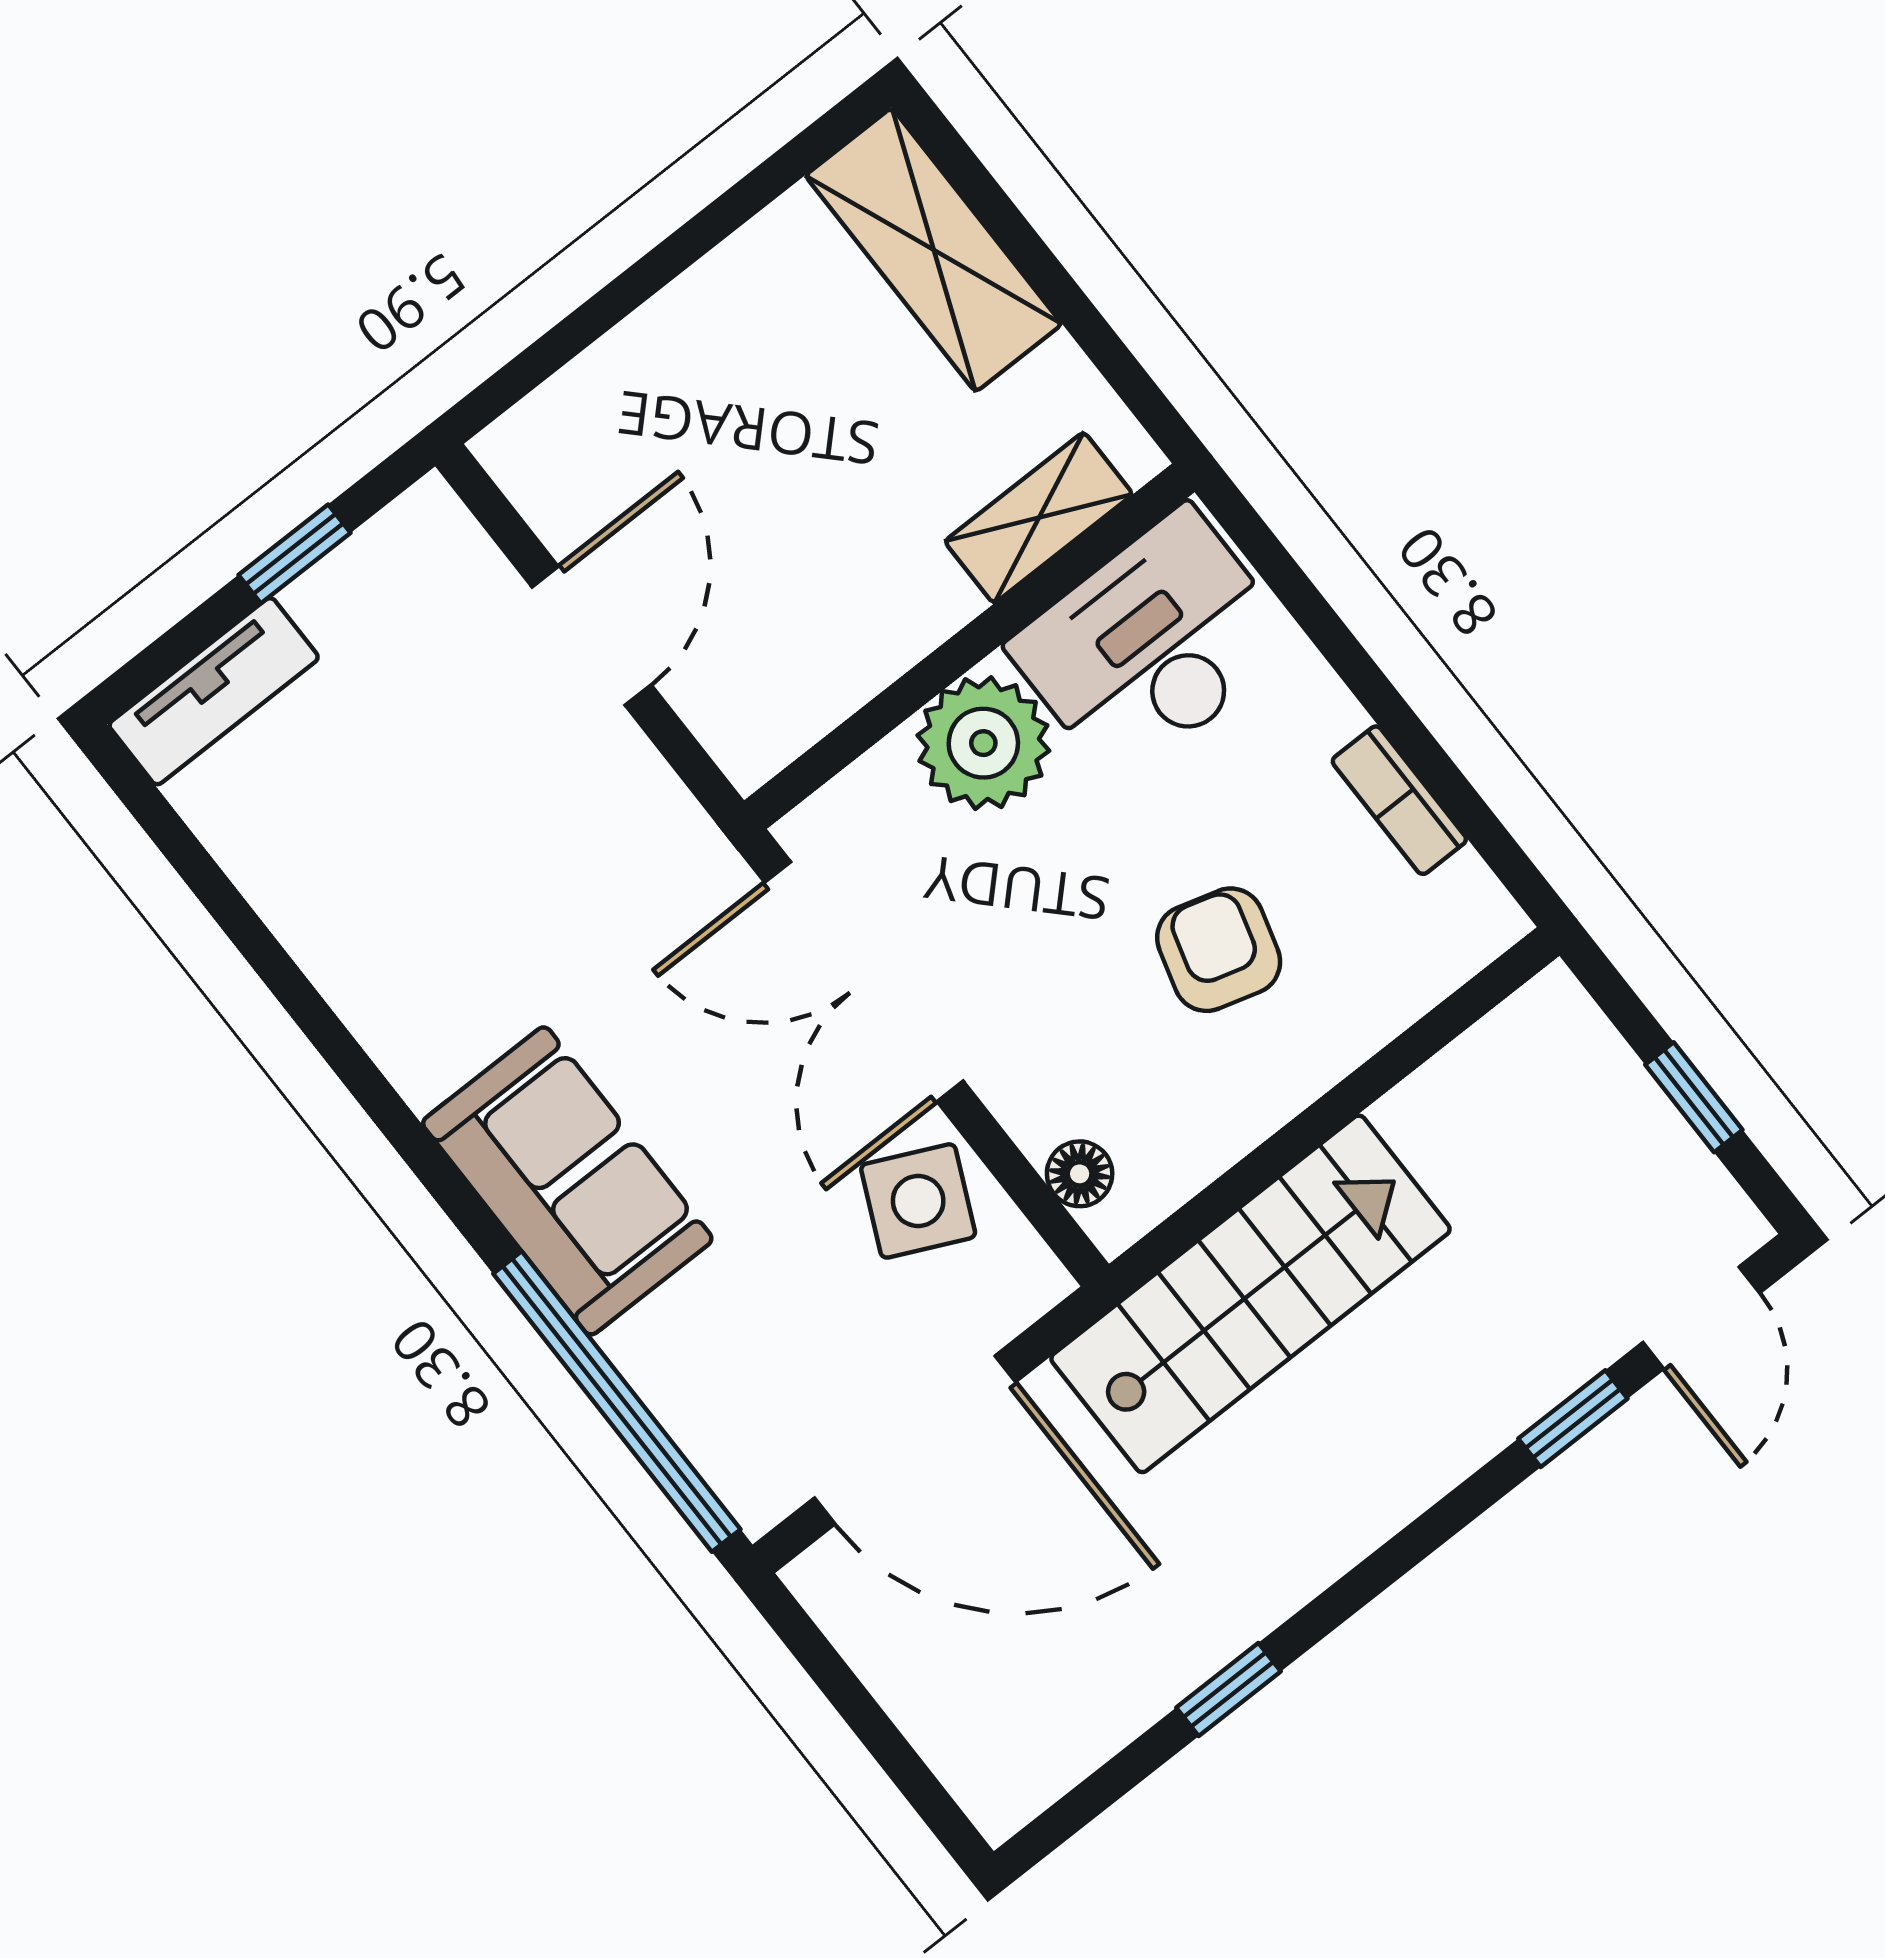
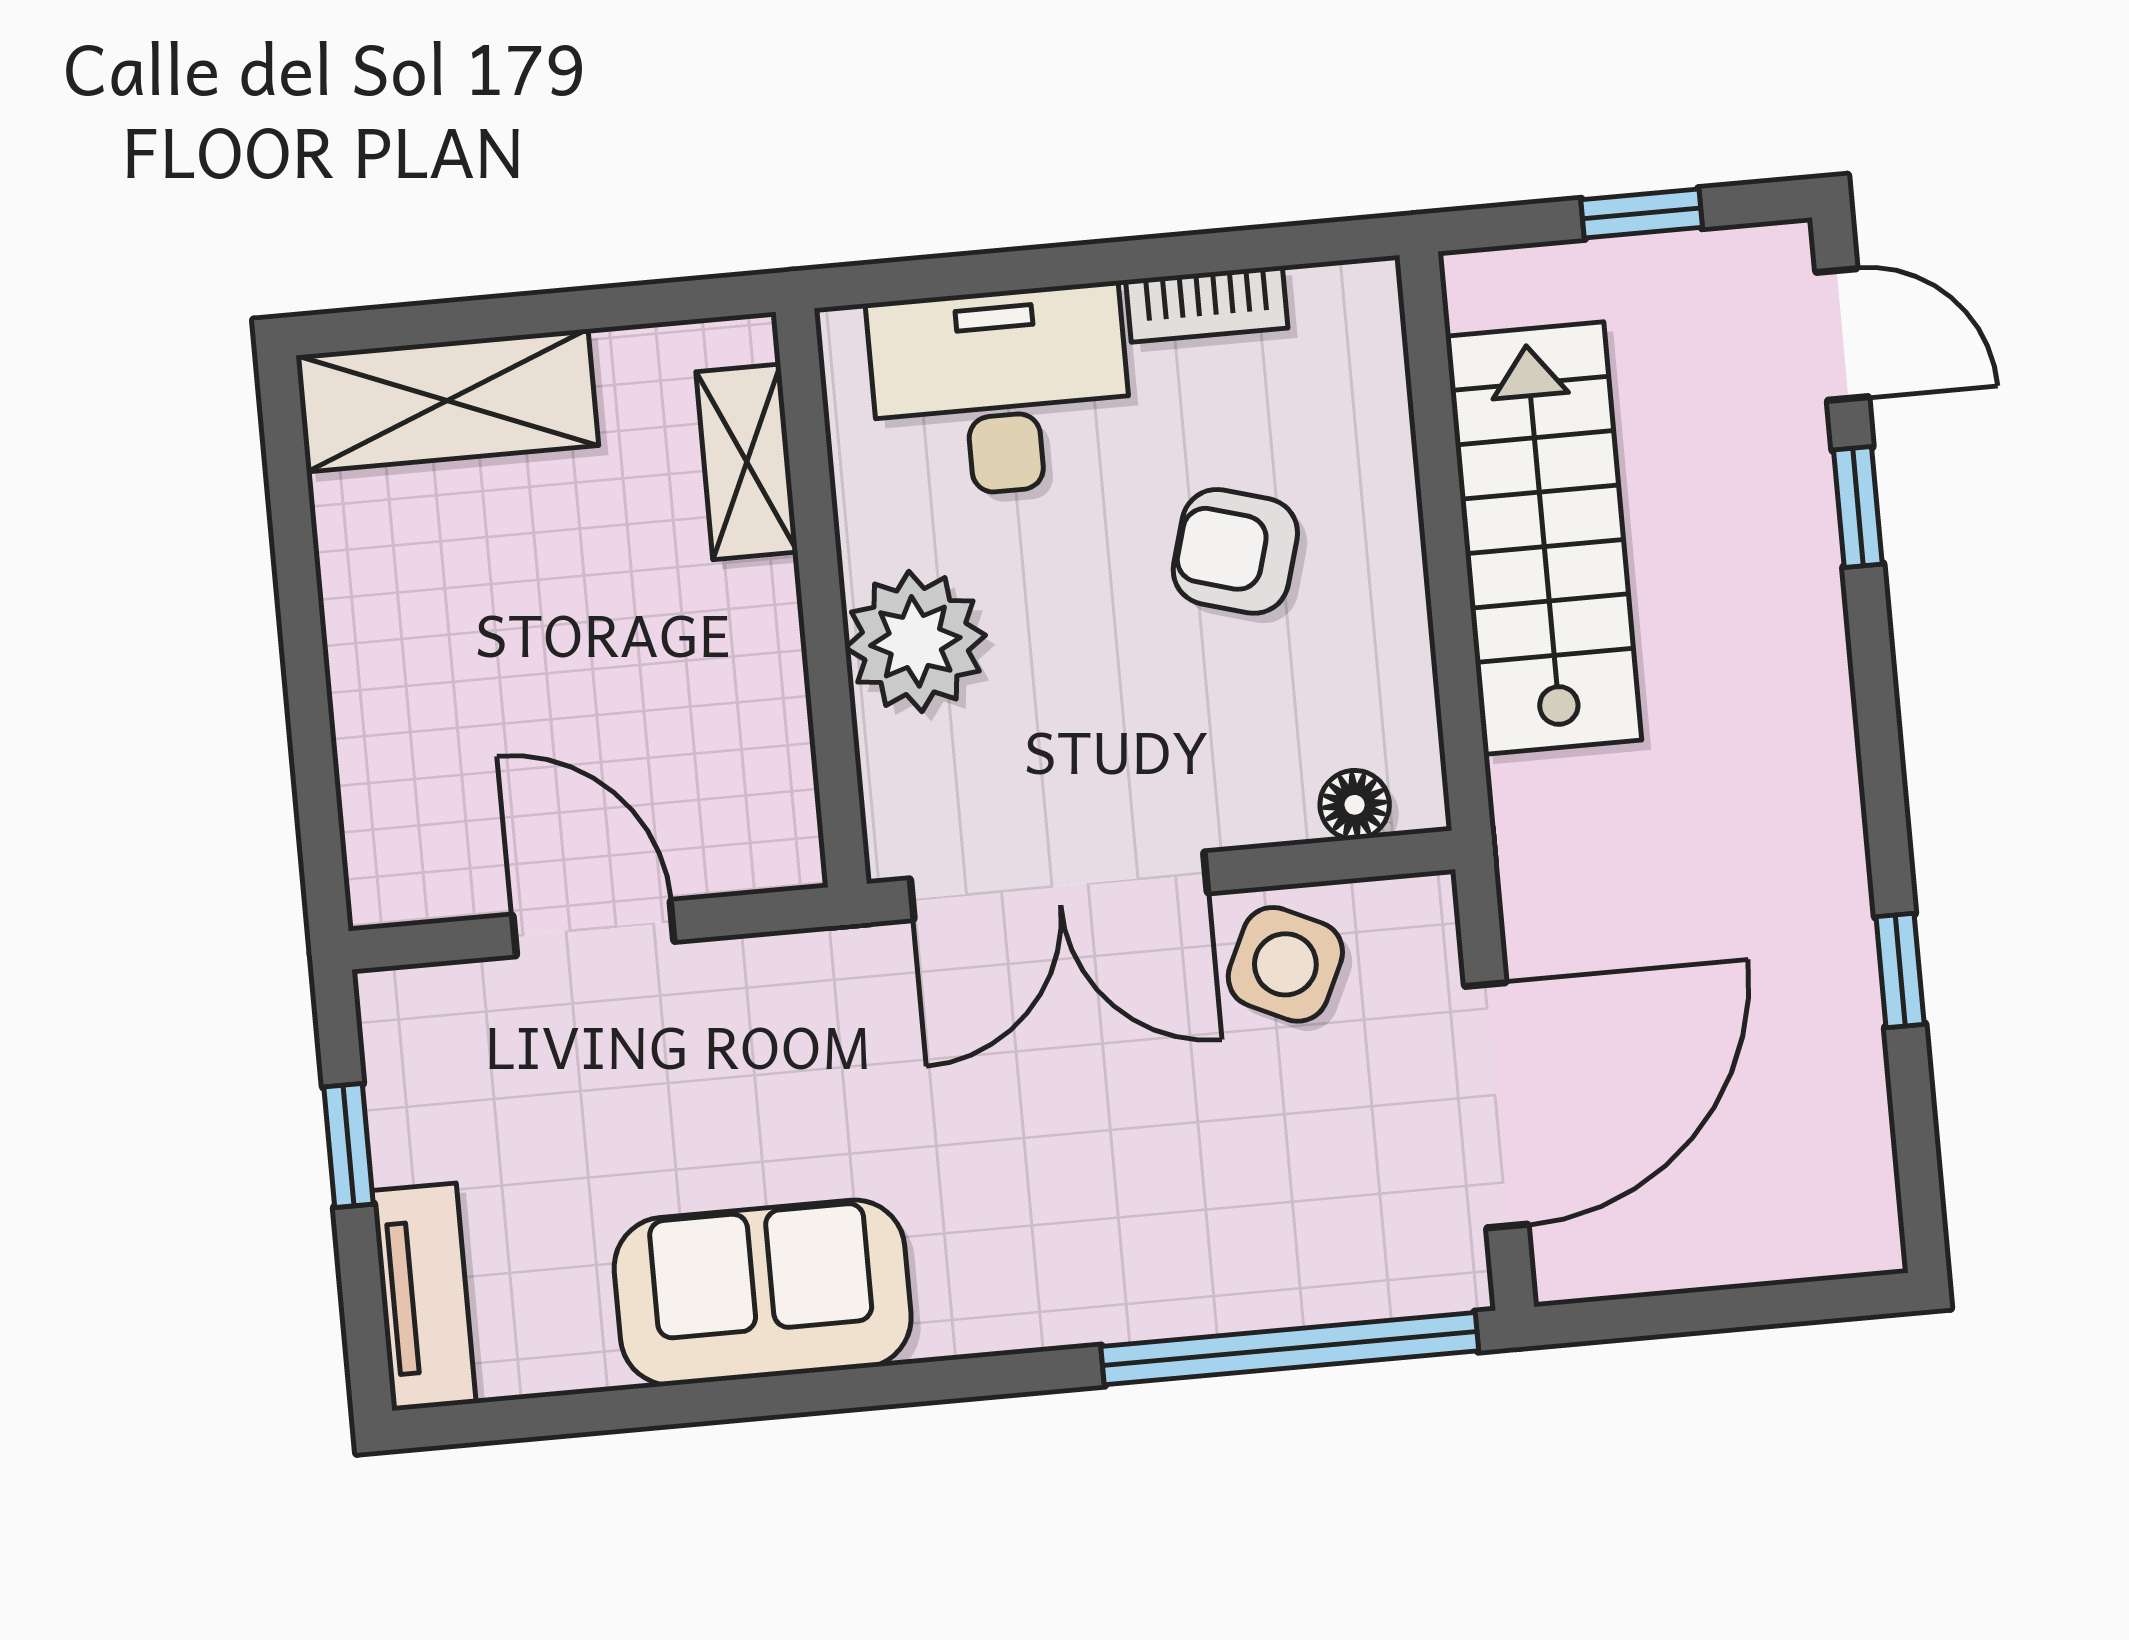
desk: (1152, 645) -> (1001, 391), moved, turned 90
sofa: (567, 1181) -> (763, 1293), moved
stairs: (1251, 1294) -> (1544, 538), moved

